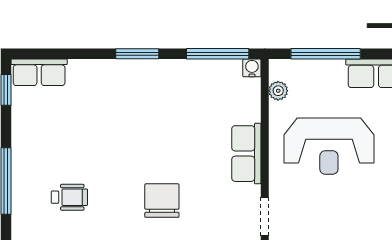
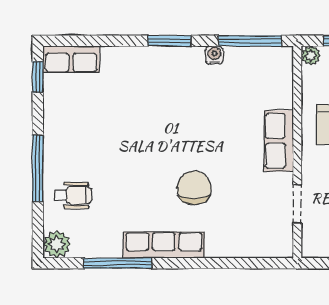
water cooler: (252, 68) -> (215, 55), moved
plant: (278, 91) -> (311, 56), moved
wheelchair: (69, 197) -> (74, 195), moved

